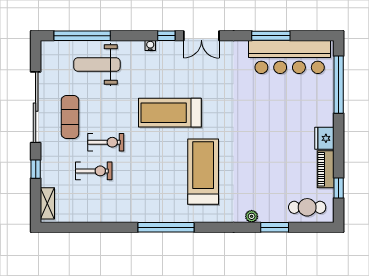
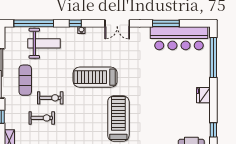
window: (166, 36) -> (75, 23), moved
weight bench: (97, 64) -> (44, 43), turned 180
piano: (326, 169) -> (204, 117), removed

